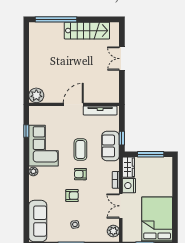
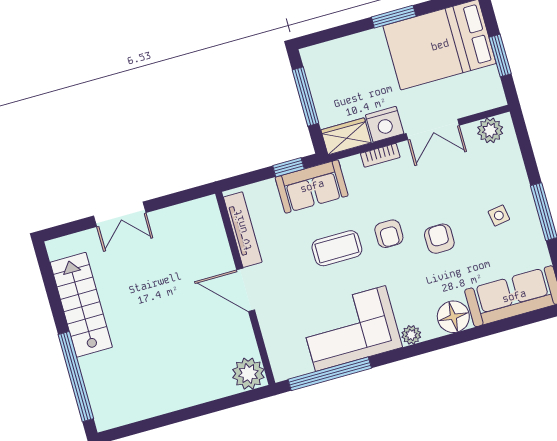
window: (26, 131) -> (330, 374), width x3.17
floor lamp: (36, 192) -> (453, 317), added
window: (175, 203) -> (394, 17), added

